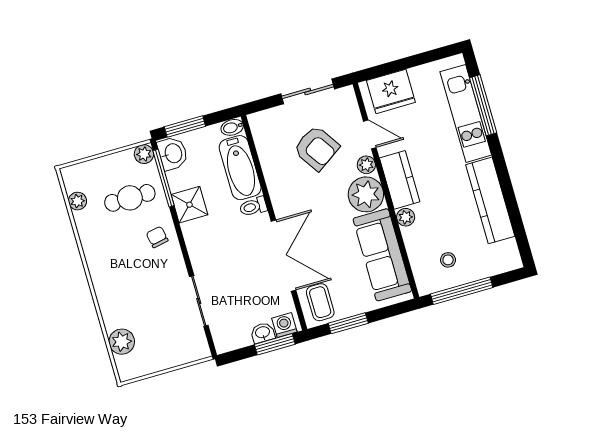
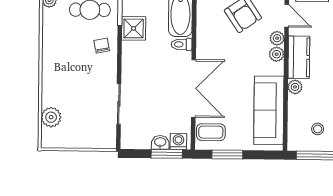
plant: (366, 194) -> (277, 54), width x0.53, depth x0.53
coffee table: (320, 302) -> (211, 132), turned 90

